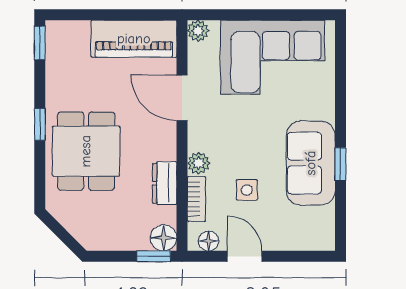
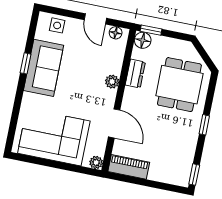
piano: (134, 39) -> (129, 167), width x0.73, depth x0.75
dining table: (86, 151) -> (179, 85), moved
side table: (247, 190) -> (57, 25), moved
bookcase: (197, 199) -> (118, 60), removed

